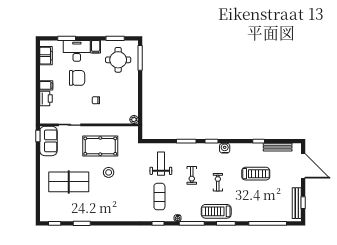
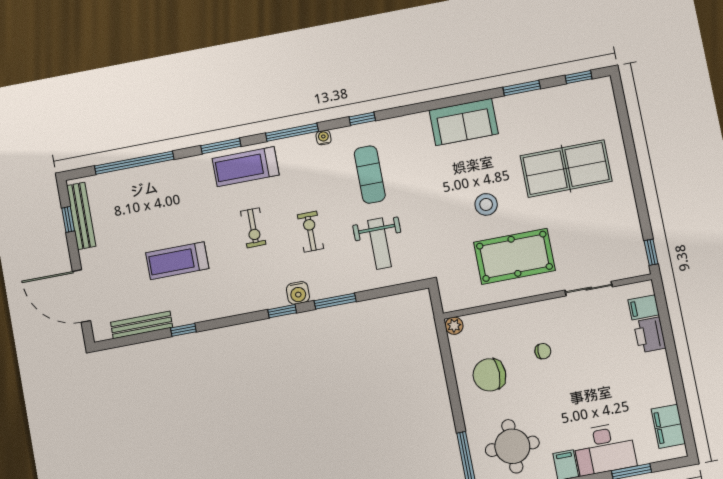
chair: (77, 78) -> (489, 375), moved
filing cabinet: (46, 85) -> (644, 307), moved
sofa: (48, 141) -> (464, 122), moved, turned -90
water cooler: (225, 148) -> (298, 293), moved
treadmill: (216, 211) -> (246, 167), turned 180

